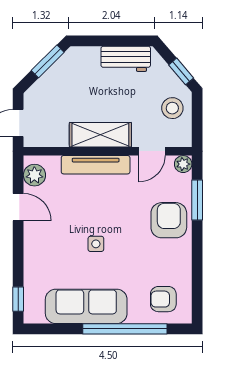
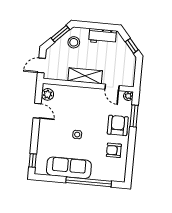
stool: (172, 108) -> (74, 42), moved
door: (152, 151) -> (112, 87), hinge flipped
tv unit: (96, 165) -> (81, 92), removed
armchair: (163, 299) -> (114, 150), moved

